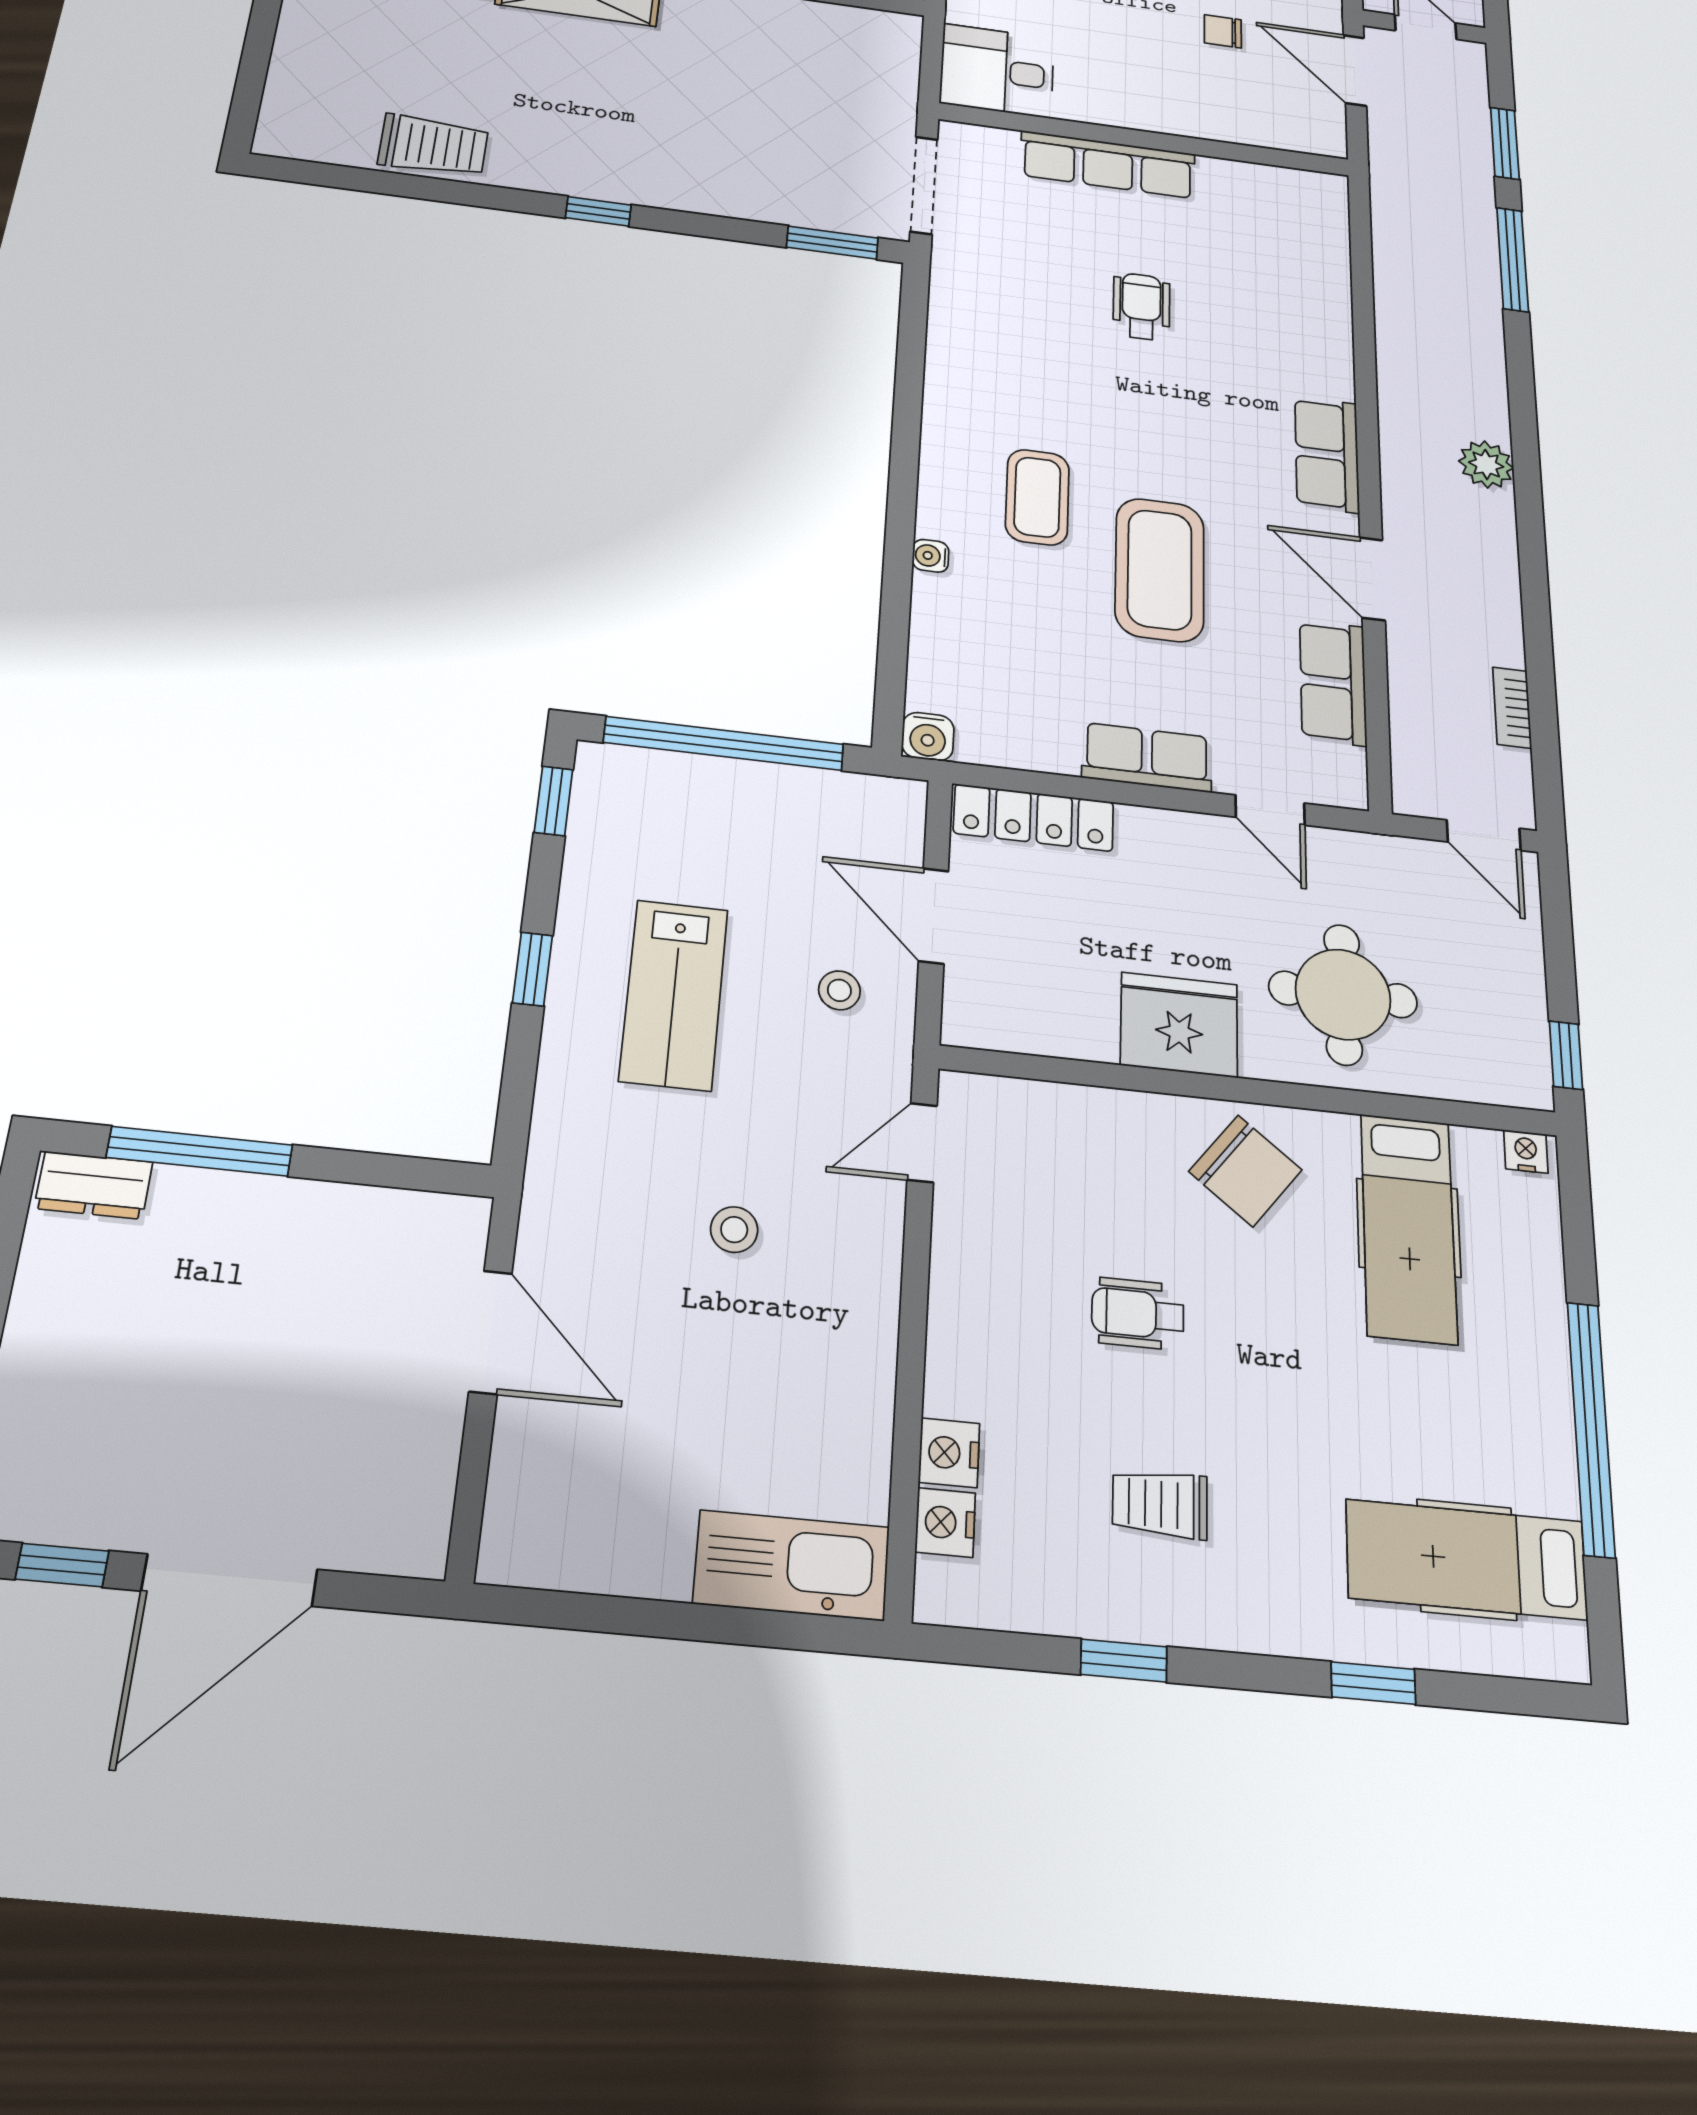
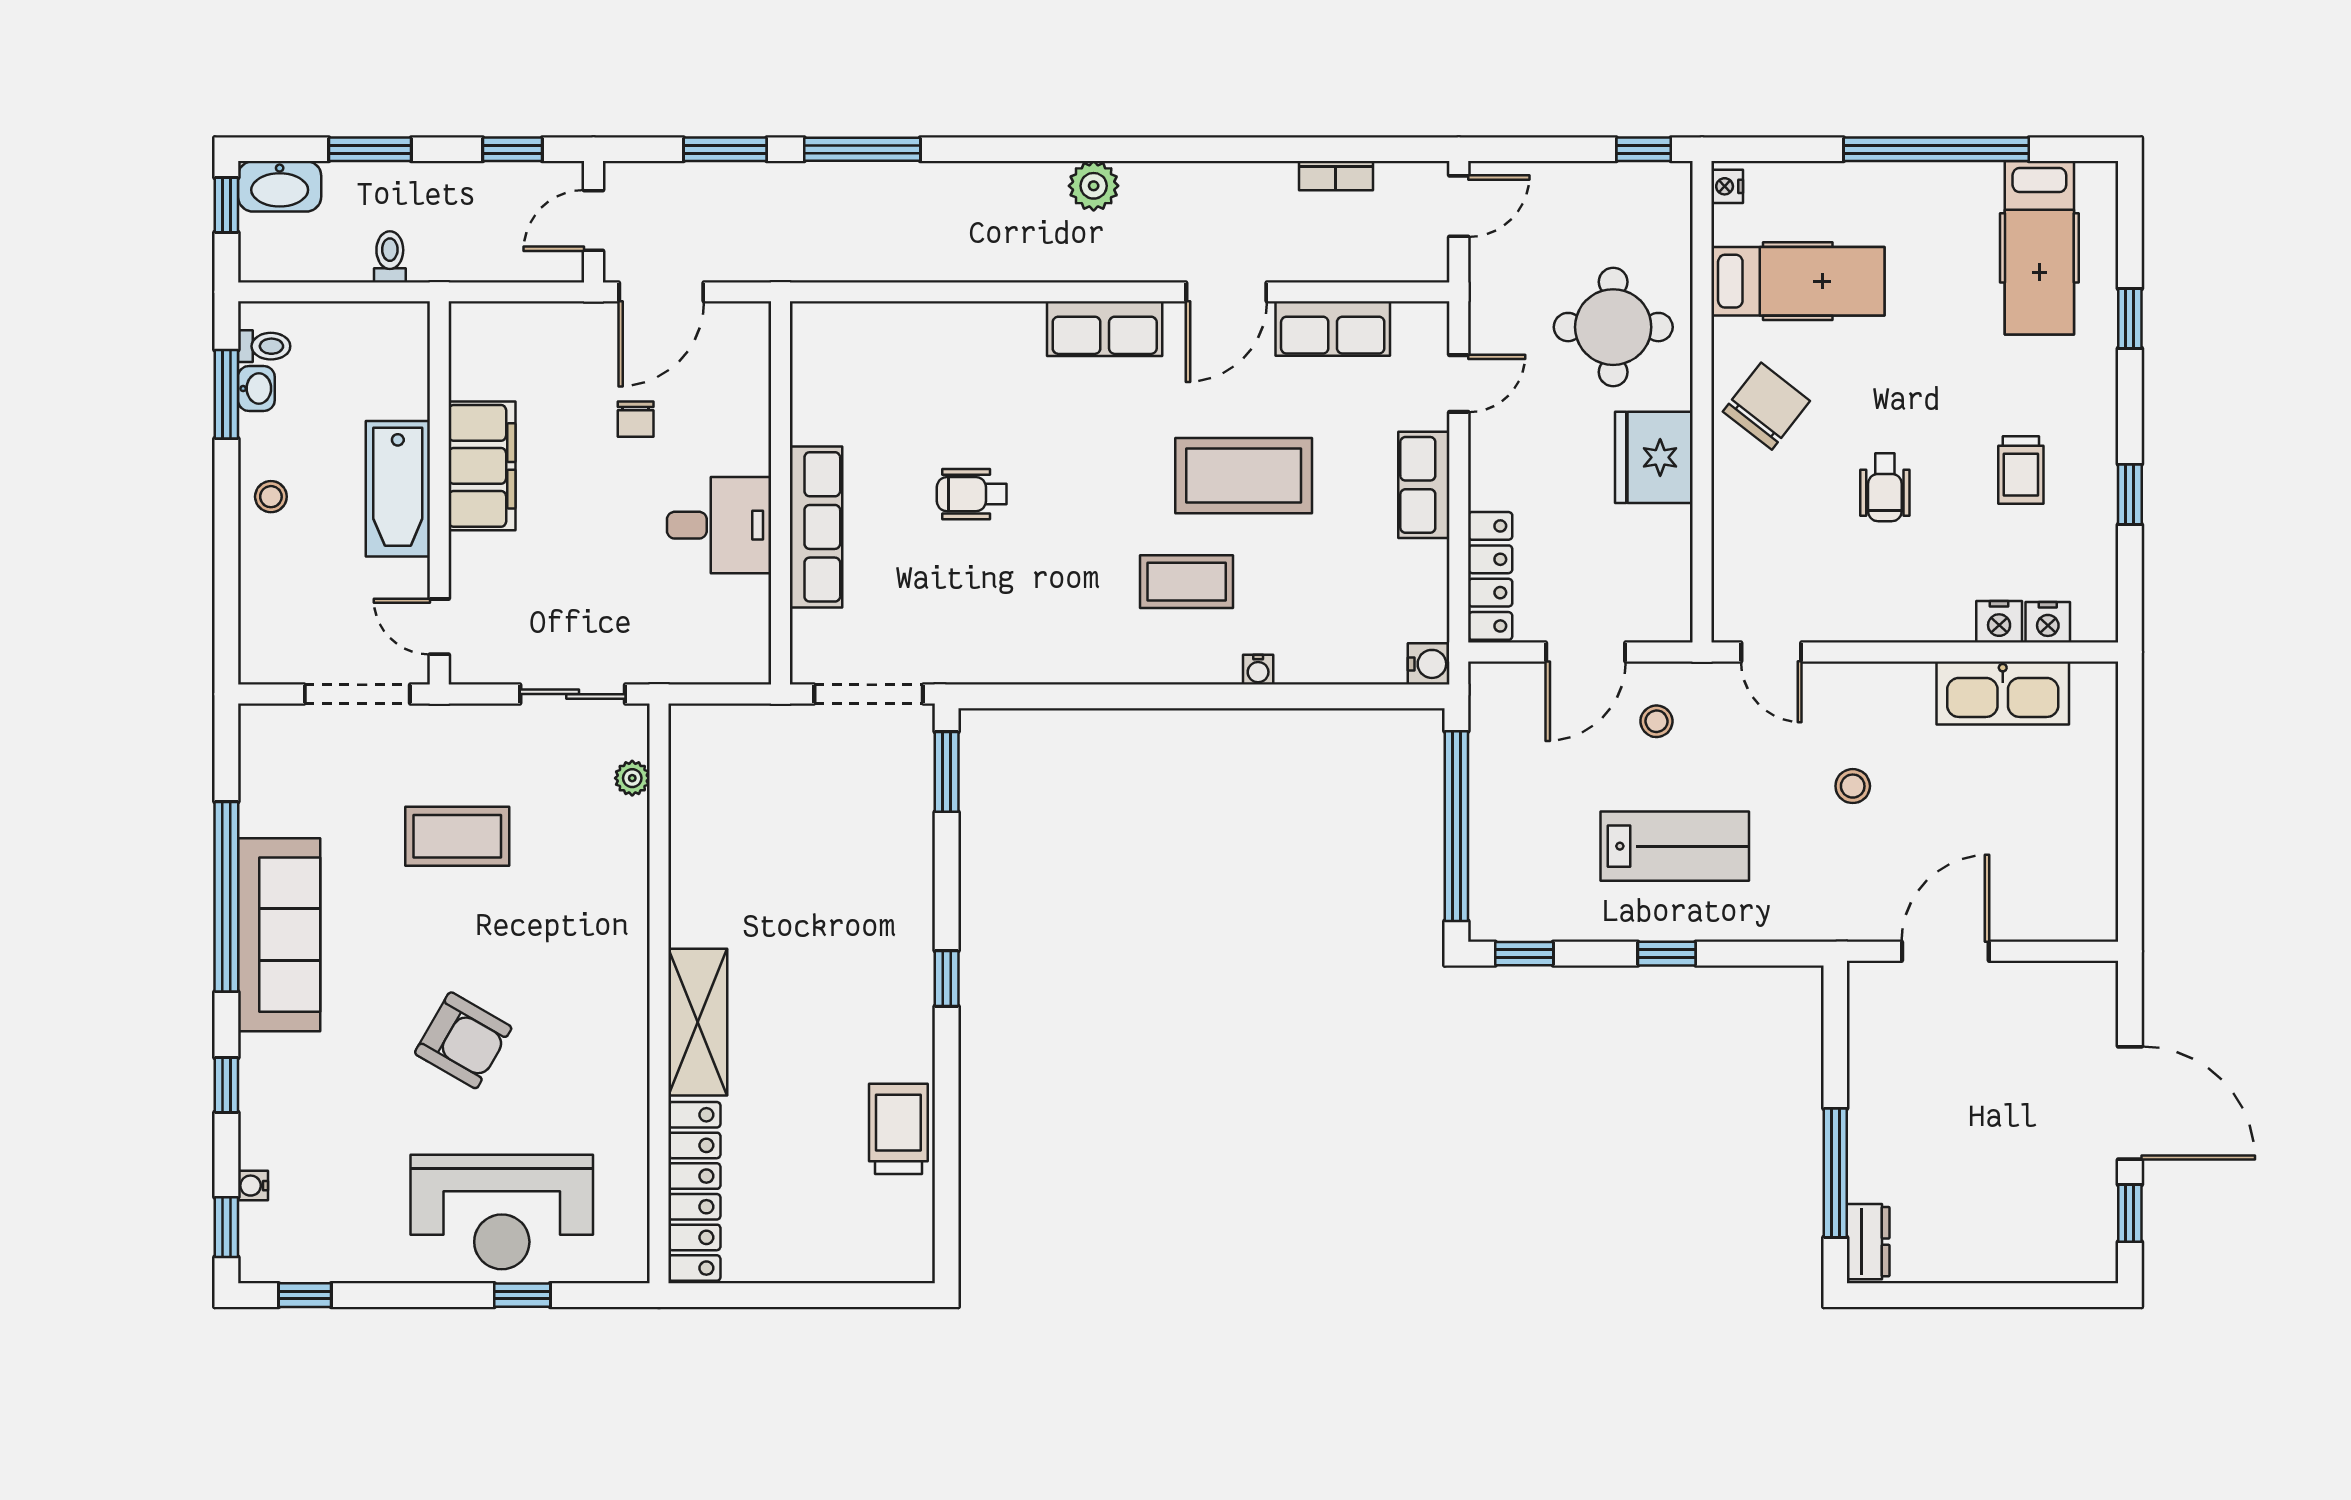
desk: (997, 71) -> (719, 525), moved, turned -90
kitchen sink: (792, 1565) -> (2003, 693), moved, turned -90

